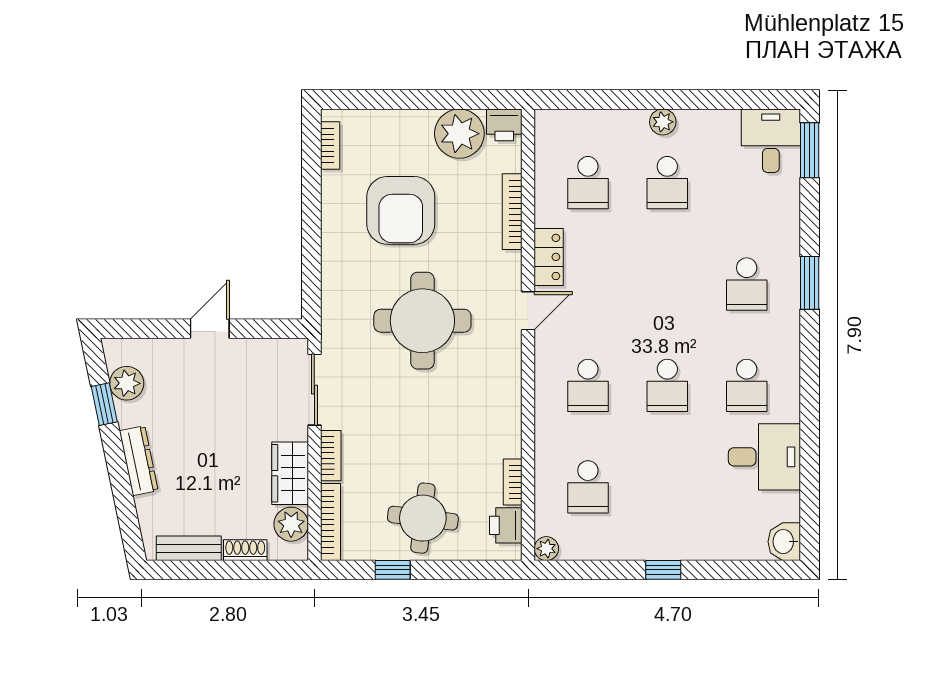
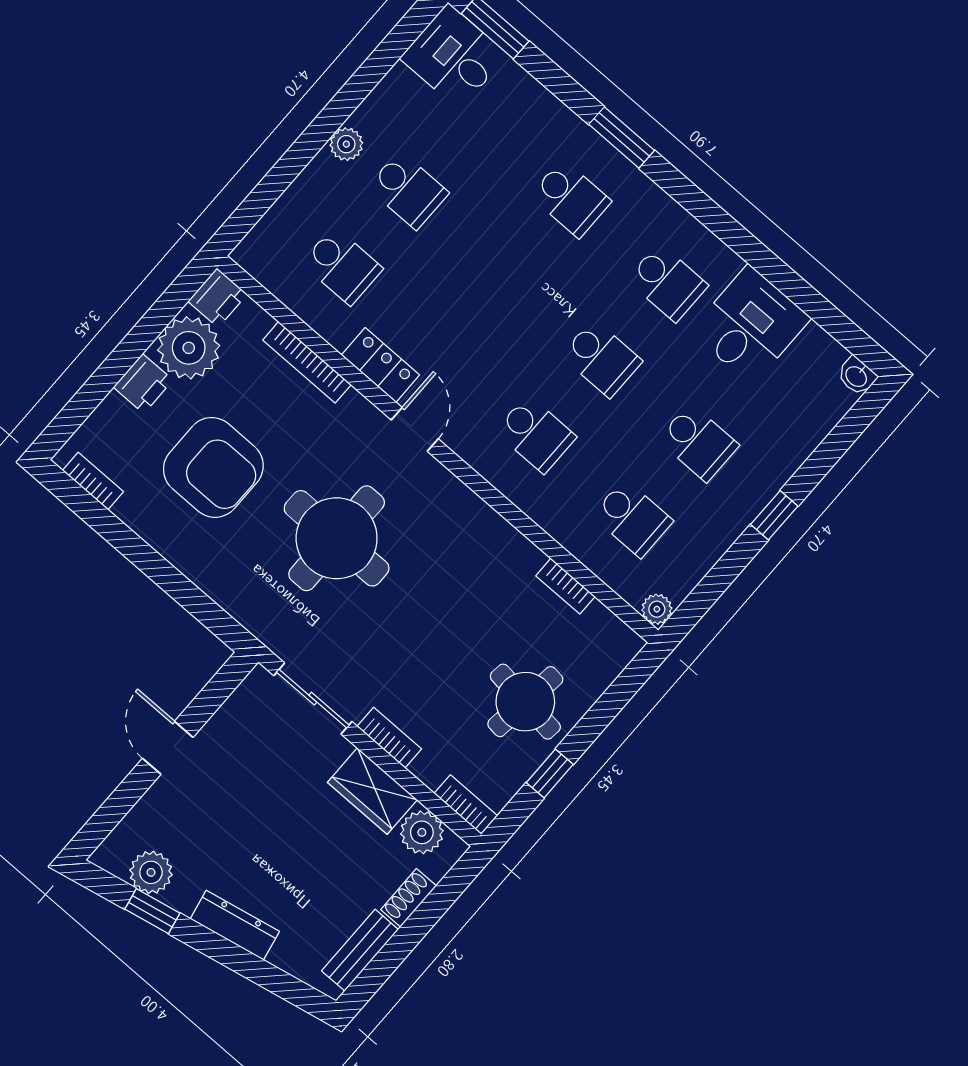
school desk: (667, 487) -> (698, 442), added
bookcase: (331, 522) -> (466, 805), width x0.64
printer: (506, 525) -> (143, 384), moved, turned -90
washbasin: (784, 542) -> (857, 376), width x0.72, depth x0.69

